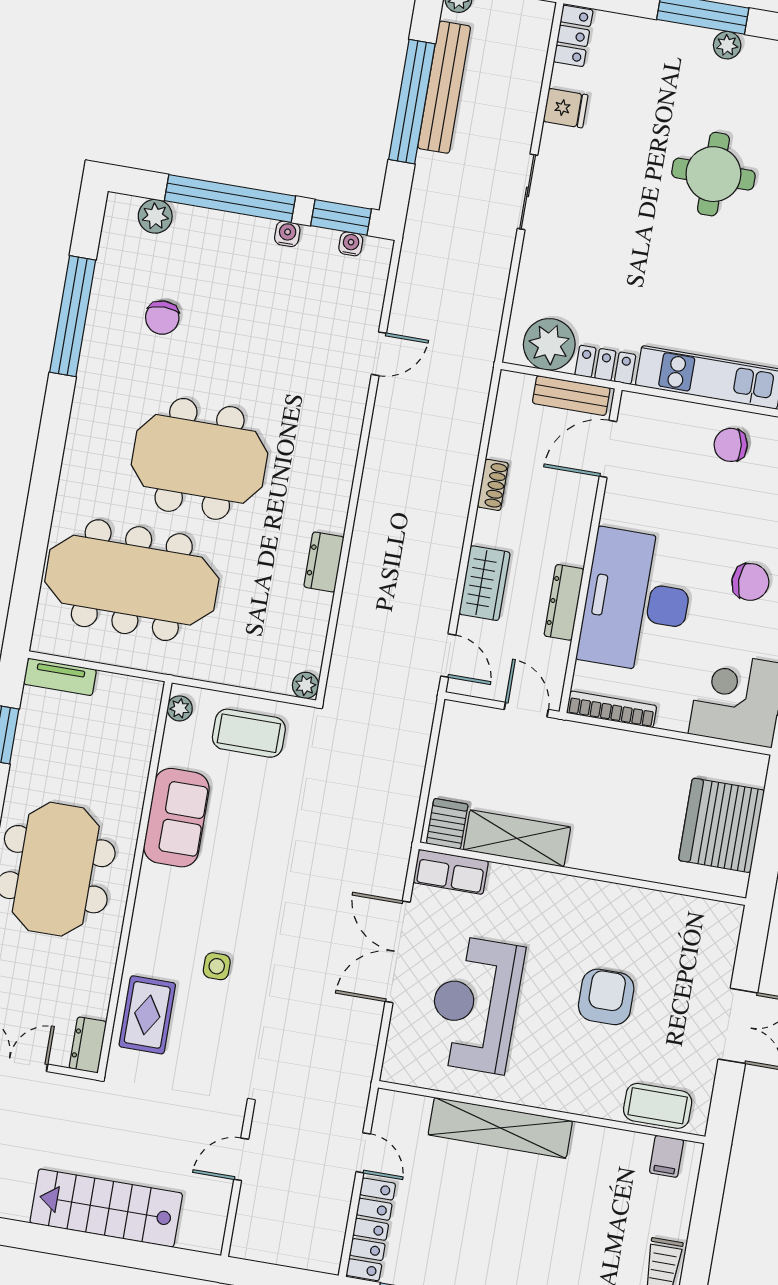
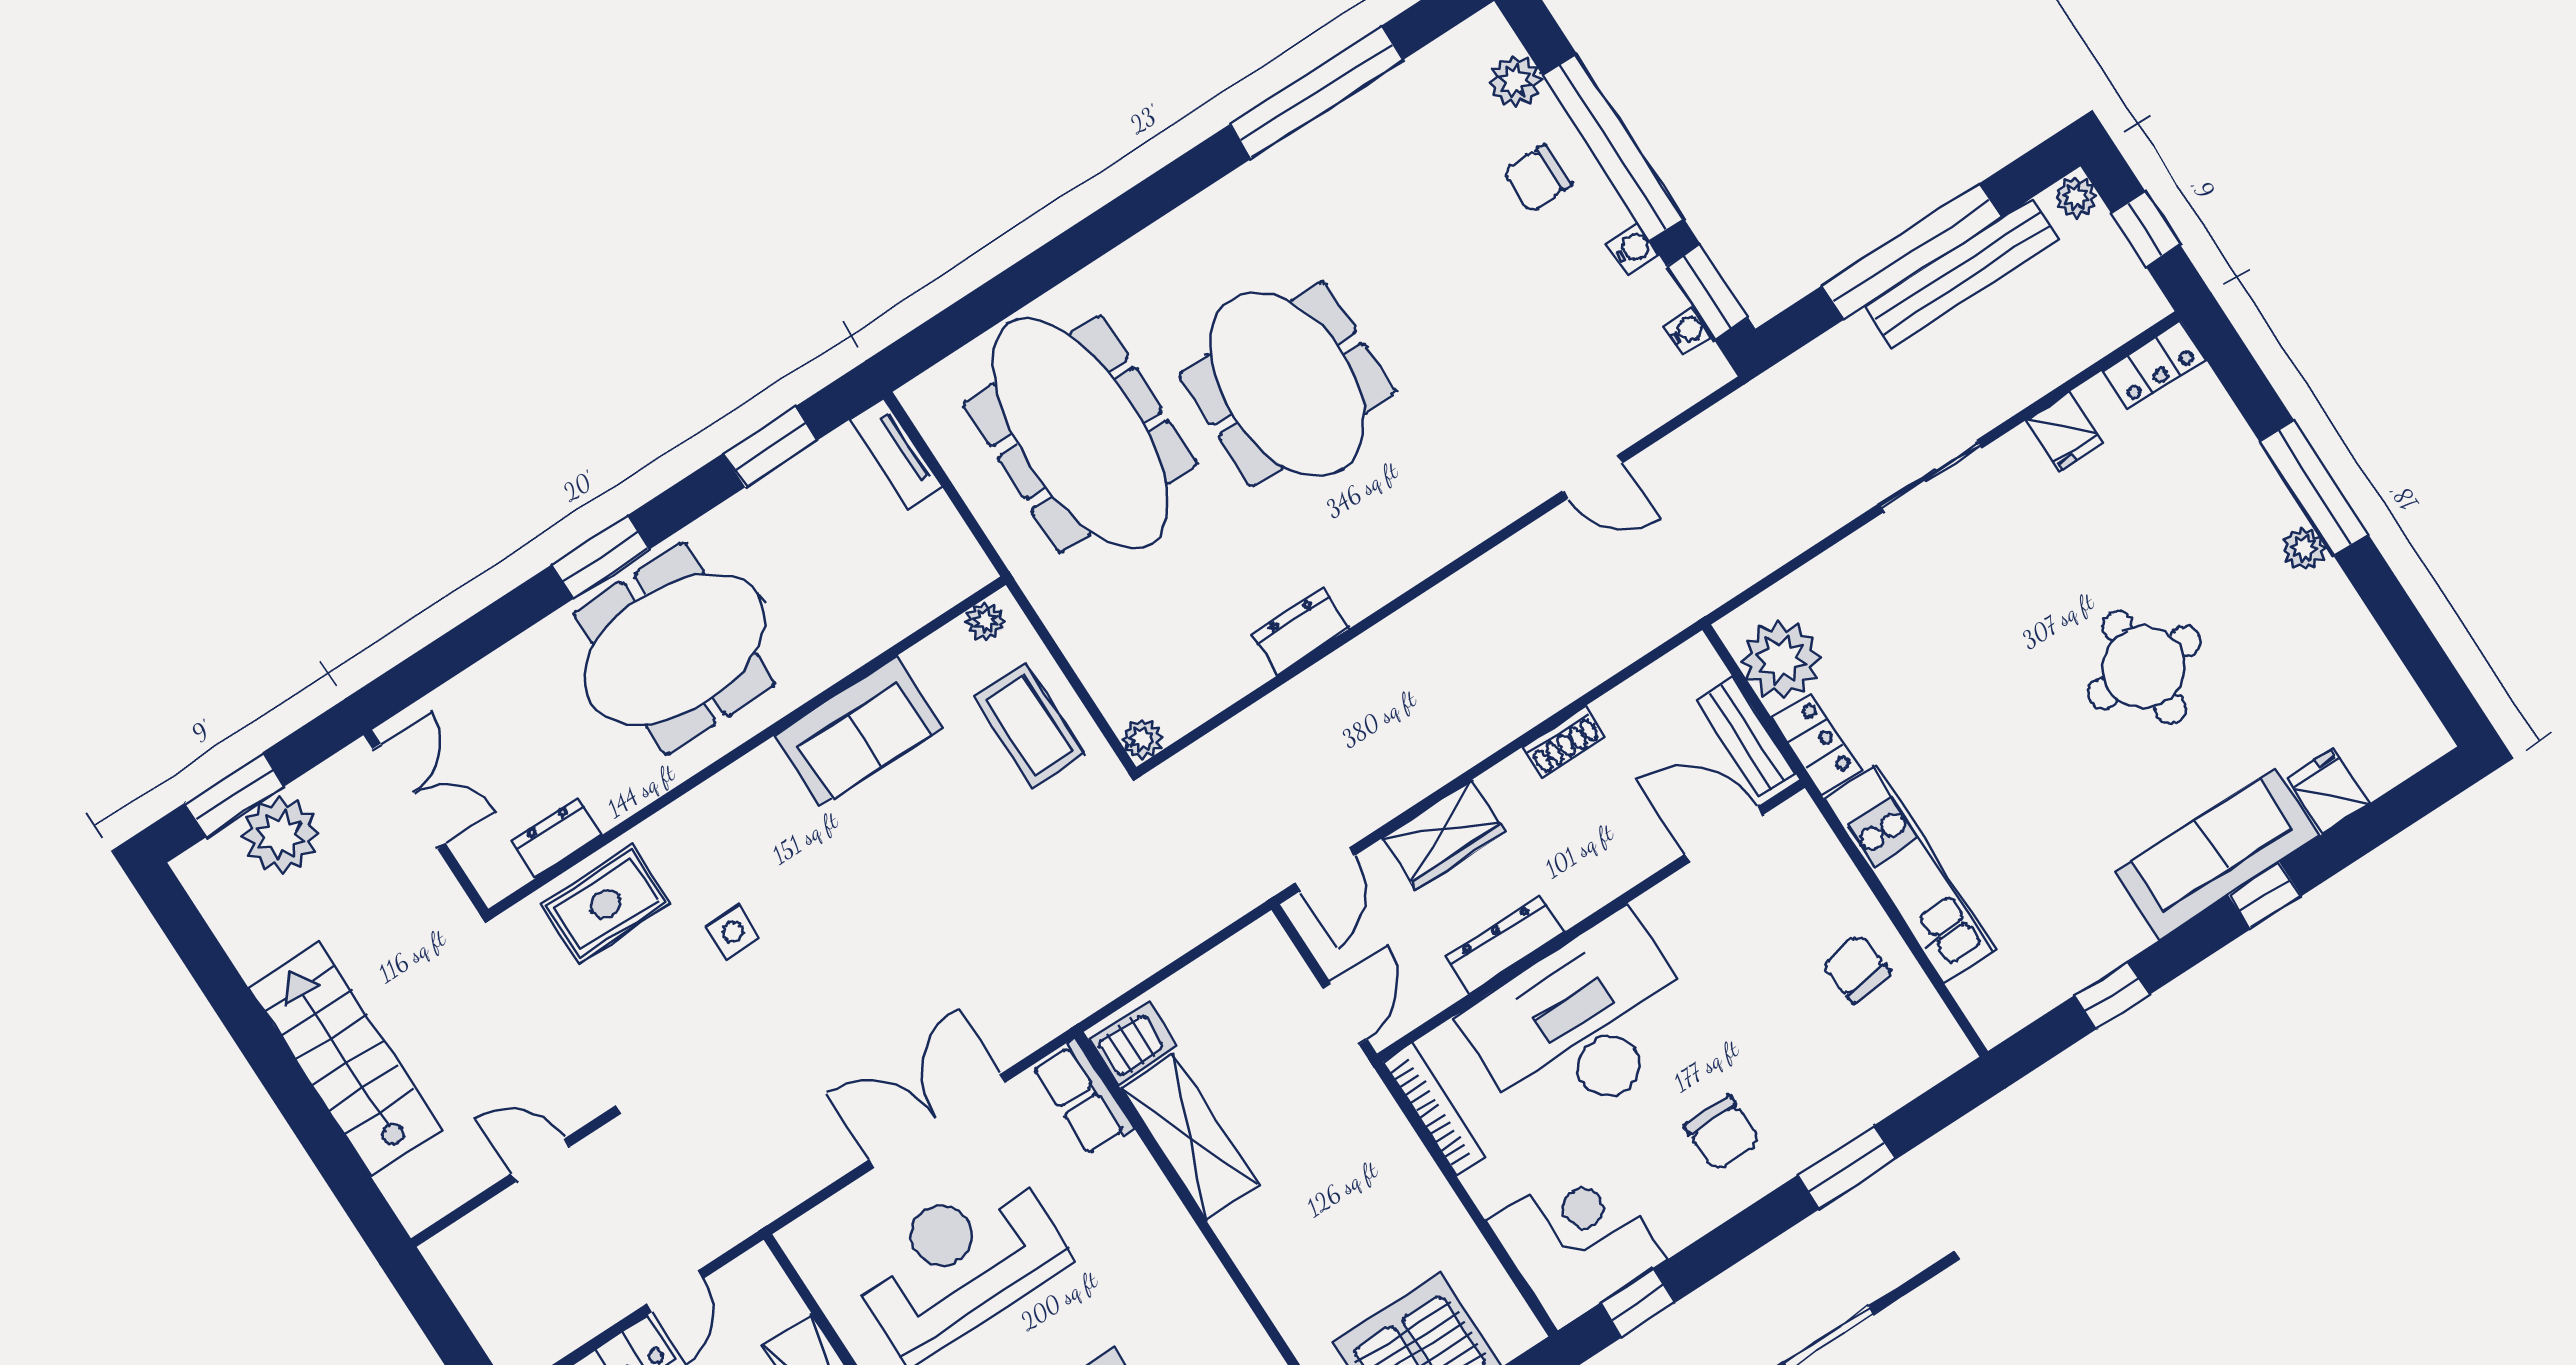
chair: (162, 318) -> (1537, 178), moved
dresser: (88, 1045) -> (557, 837), moved

